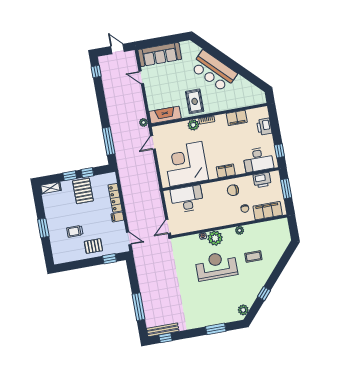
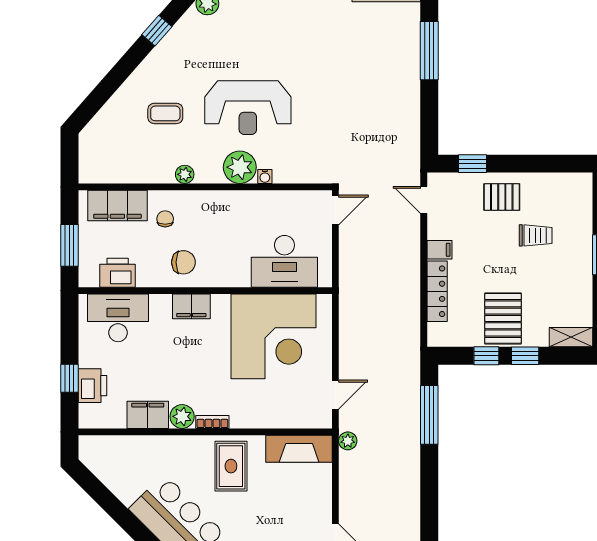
plant: (193, 125) -> (182, 416), moved
window: (279, 151) -> (69, 378), moved

